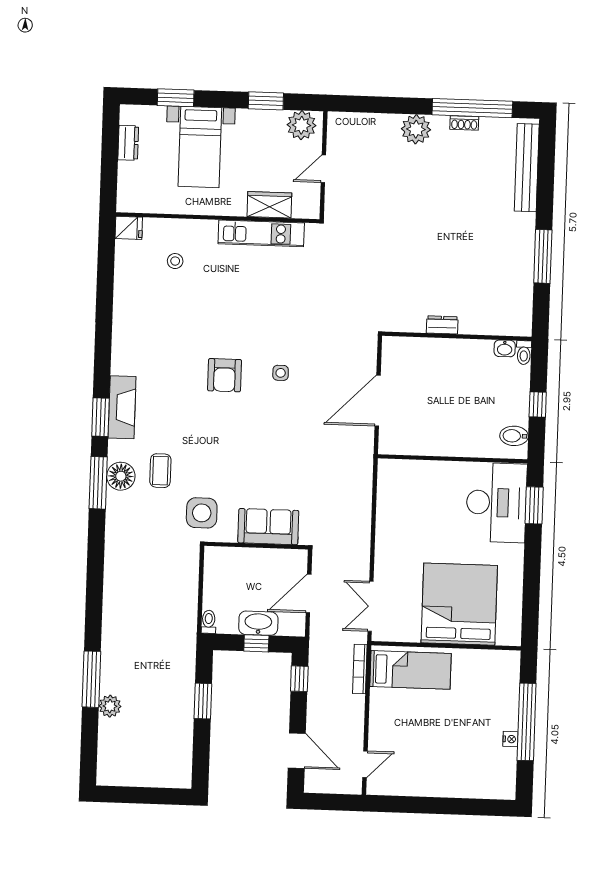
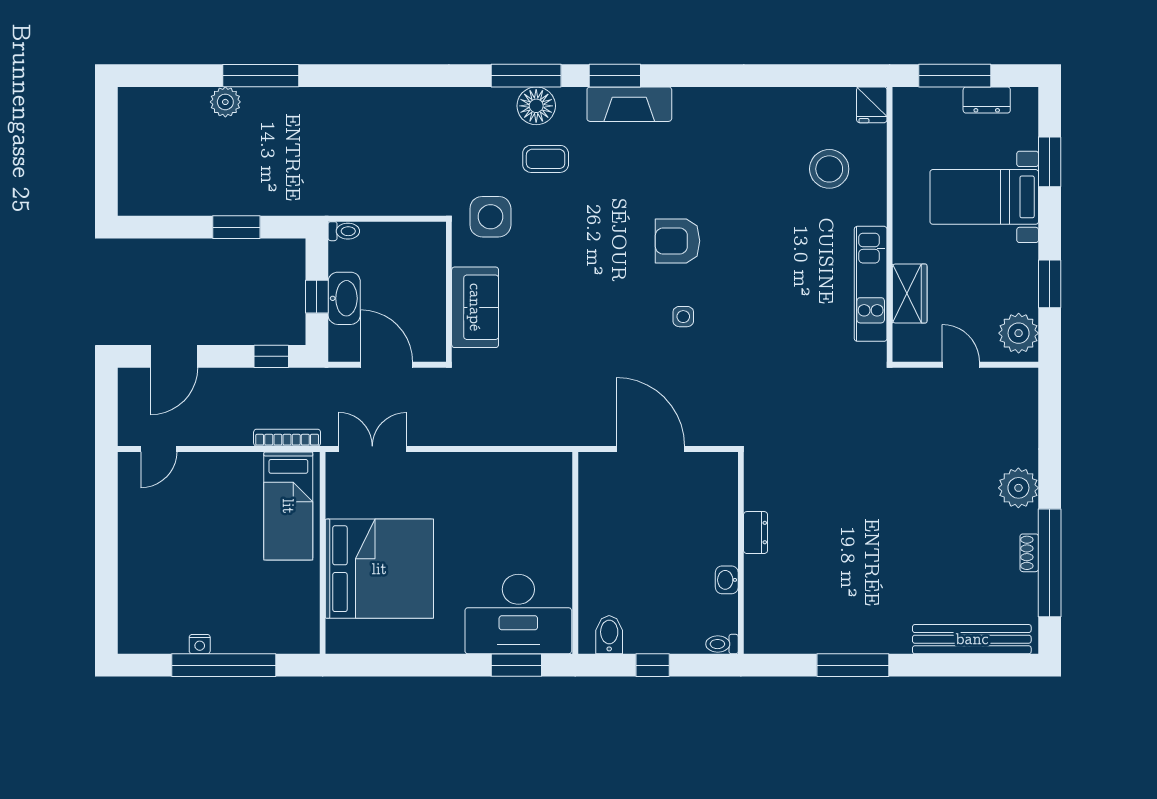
window: (109, 166) -> (955, 76), added
stool: (175, 261) -> (829, 169), width x1.89, depth x1.89
washbasin: (505, 348) -> (727, 580), moved
door: (365, 764) -> (159, 449), hinge flipped

